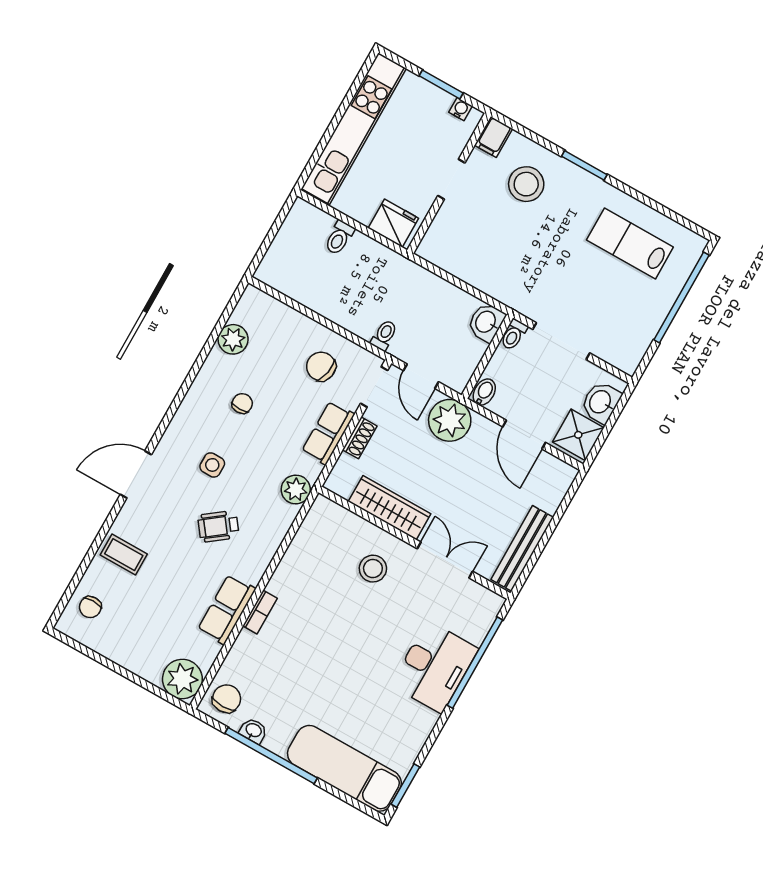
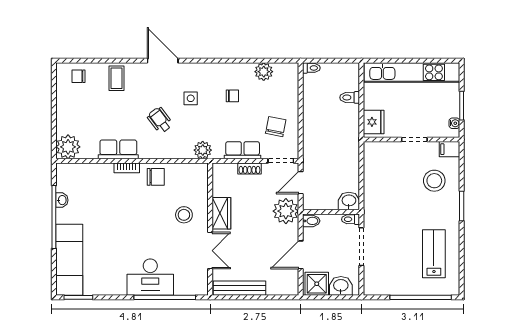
toilet: (384, 335) -> (311, 68), moved
wardrobe: (390, 508) -> (221, 213), width x0.67
chair: (227, 699) -> (156, 177), moved

